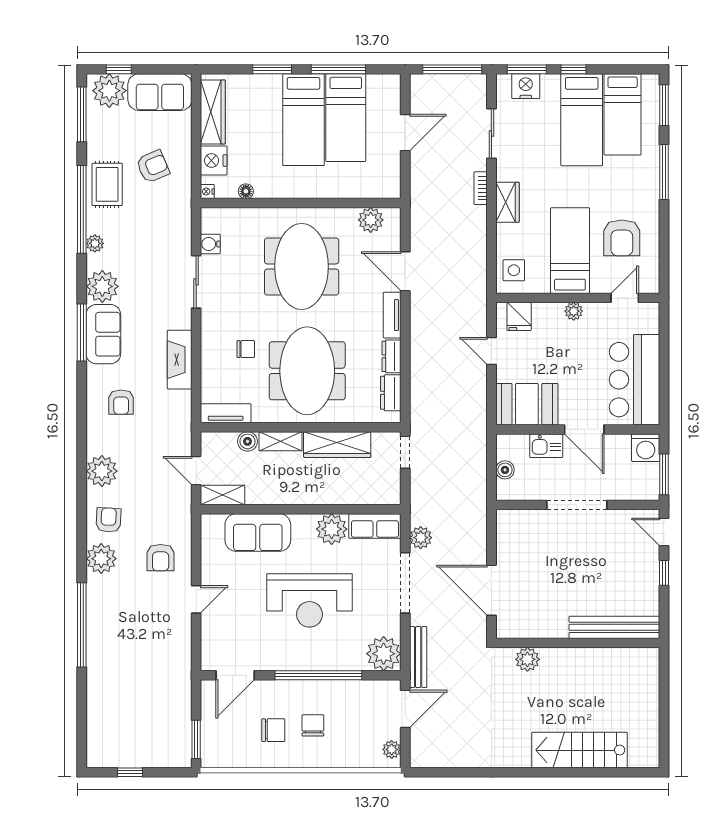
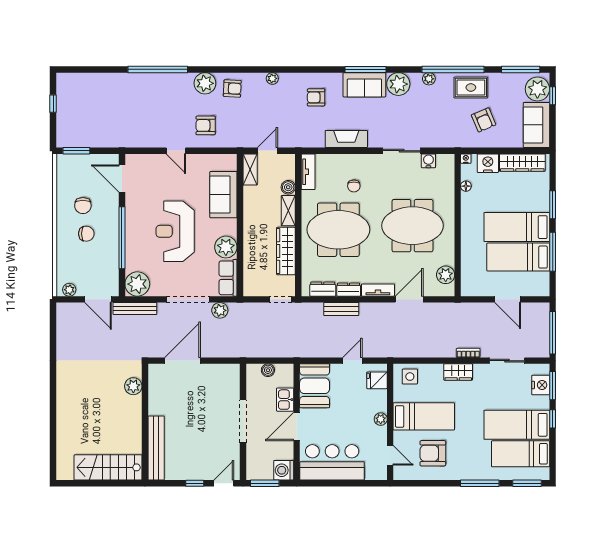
bench: (419, 367) -> (341, 309), added
plant: (102, 471) -> (272, 78), width x0.53, depth x0.53
stairs: (580, 750) -> (108, 467), moved, turned -90

